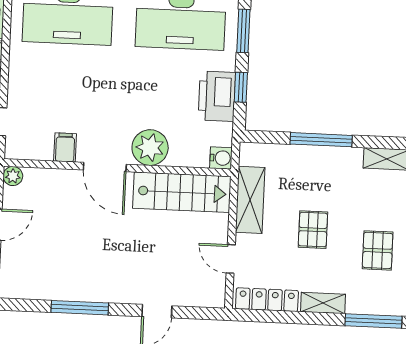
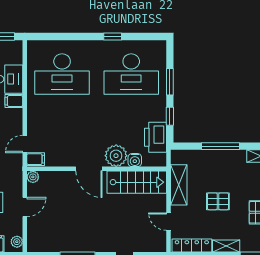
printer: (217, 96) -> (155, 137), moved
filing cabinet: (65, 147) -> (36, 159), moved, turned 90
water cooler: (221, 158) -> (135, 160), moved, turned 90
pallet: (313, 230) -> (218, 201), turned 90

